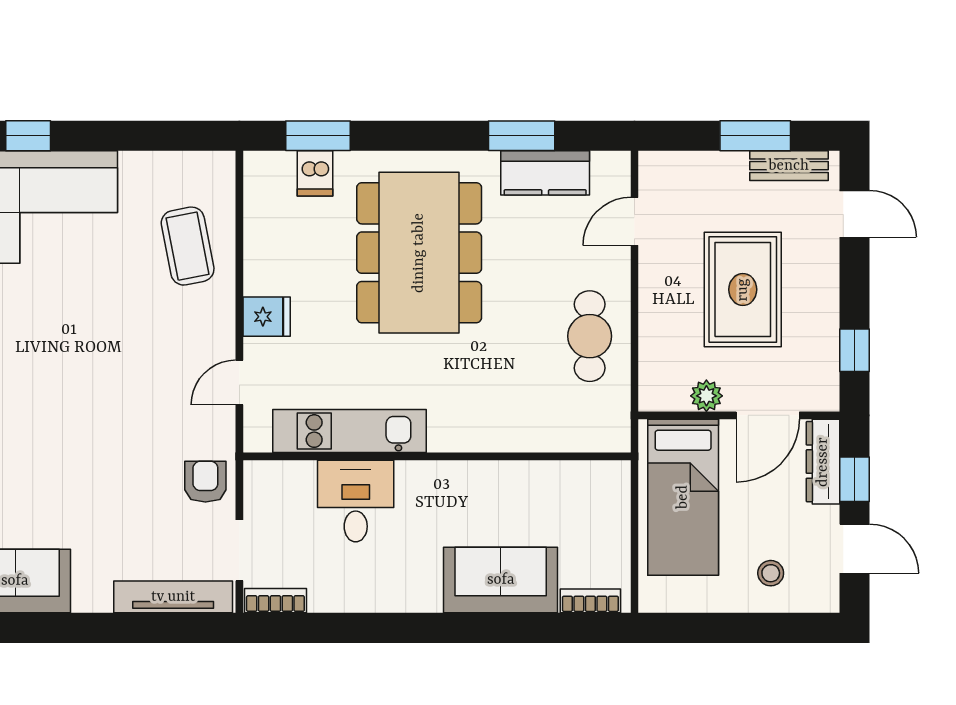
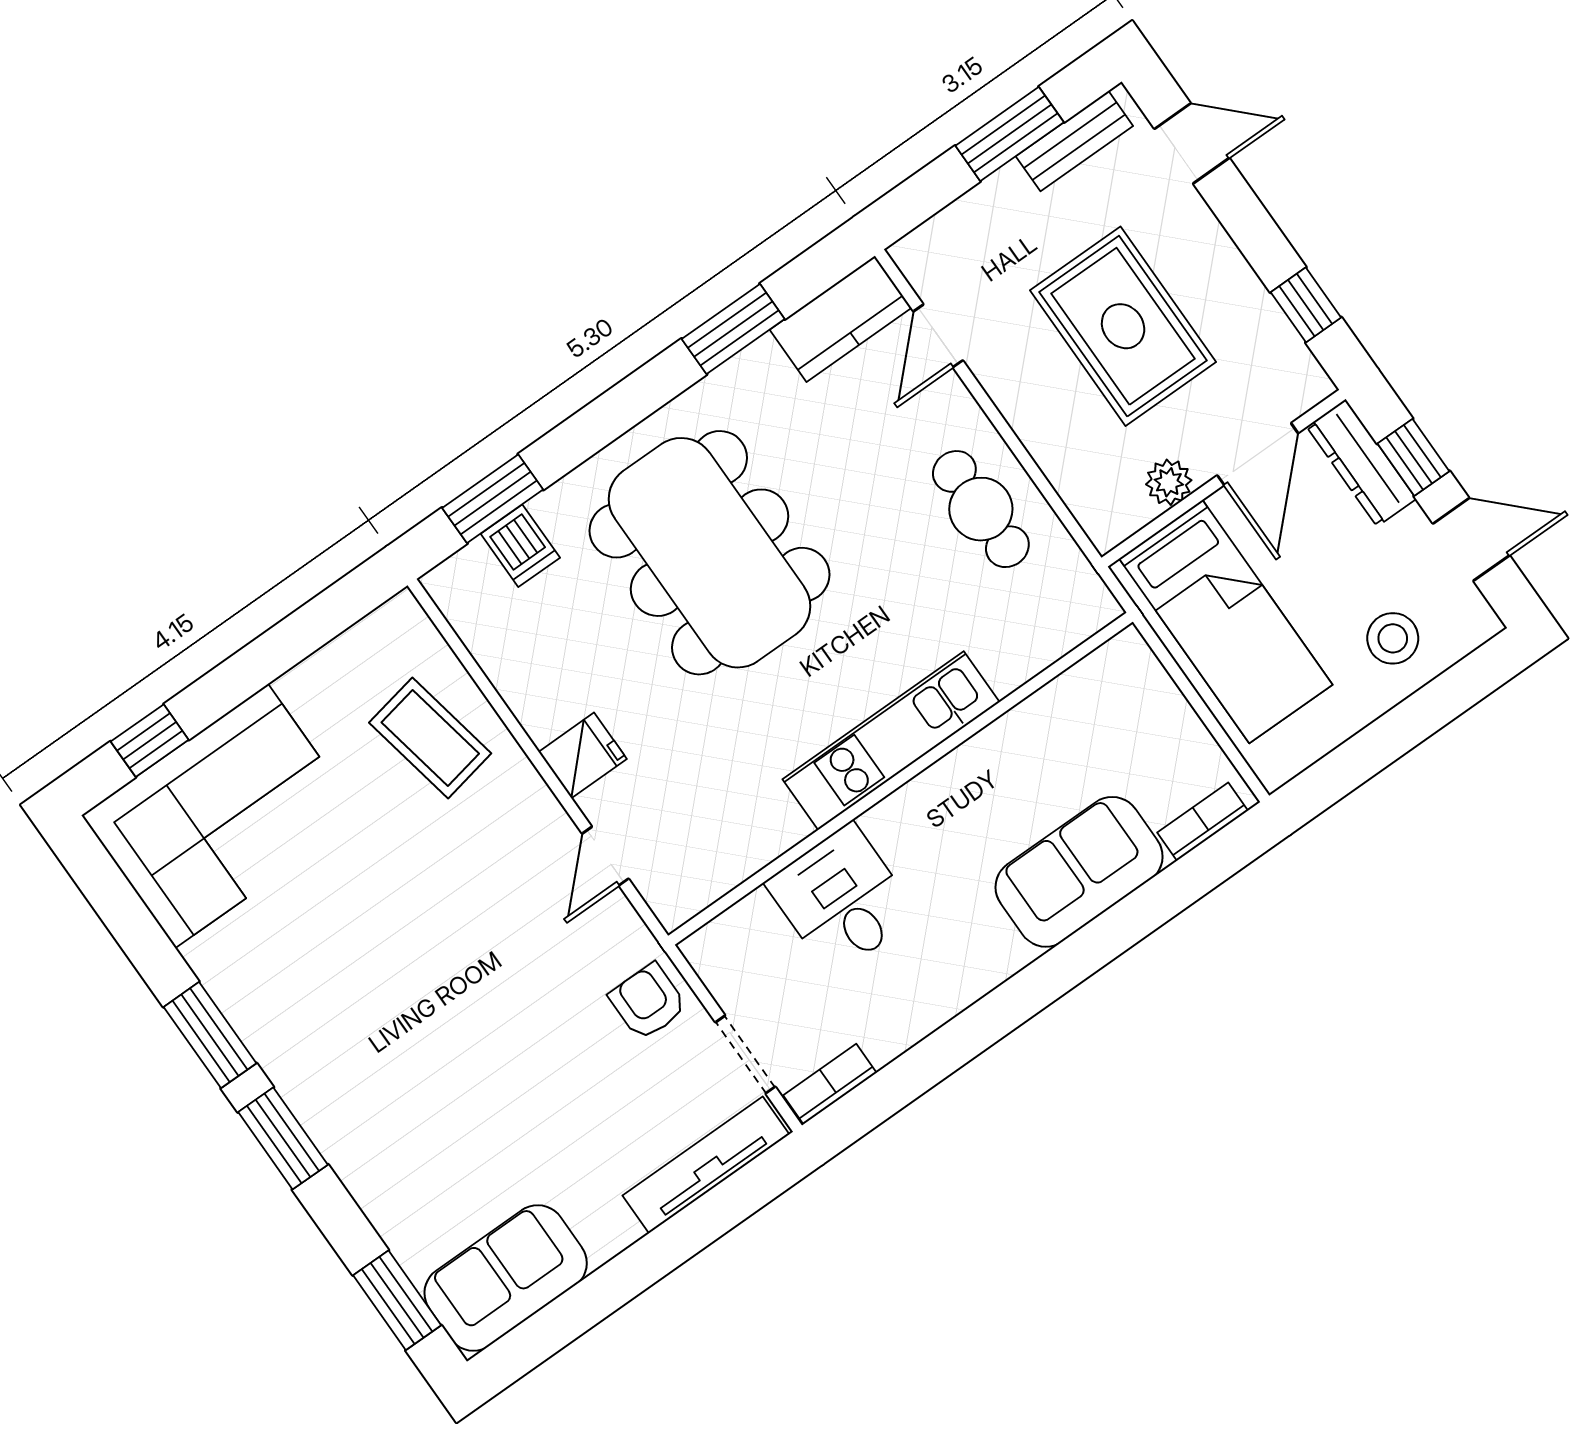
kitchen counter: (545, 173) -> (841, 319), moved
kitchen unit: (349, 431) -> (891, 741), moved
stool: (771, 573) -> (1393, 638), width x1.37, depth x1.37

